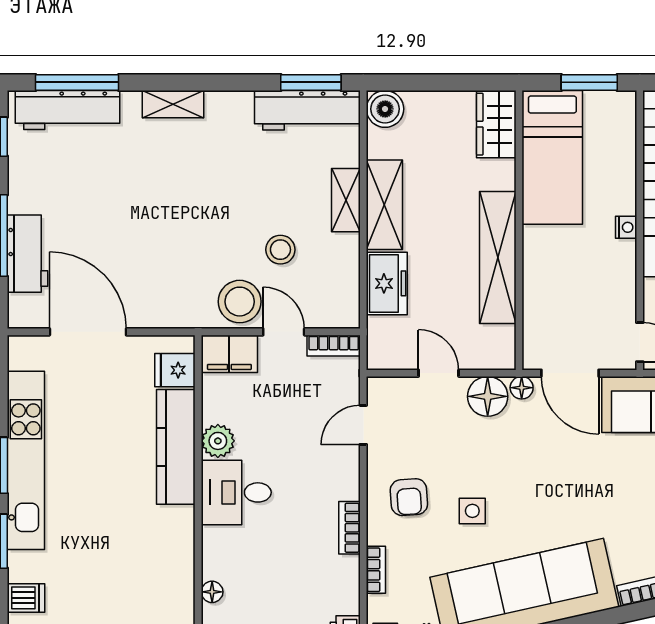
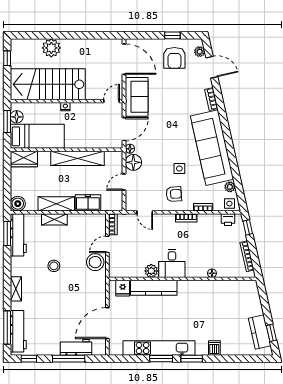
floor lamp: (601, 106) -> (17, 117), added
stool: (280, 250) -> (54, 266), moved
filing cabinet: (229, 354) -> (116, 266), removed

